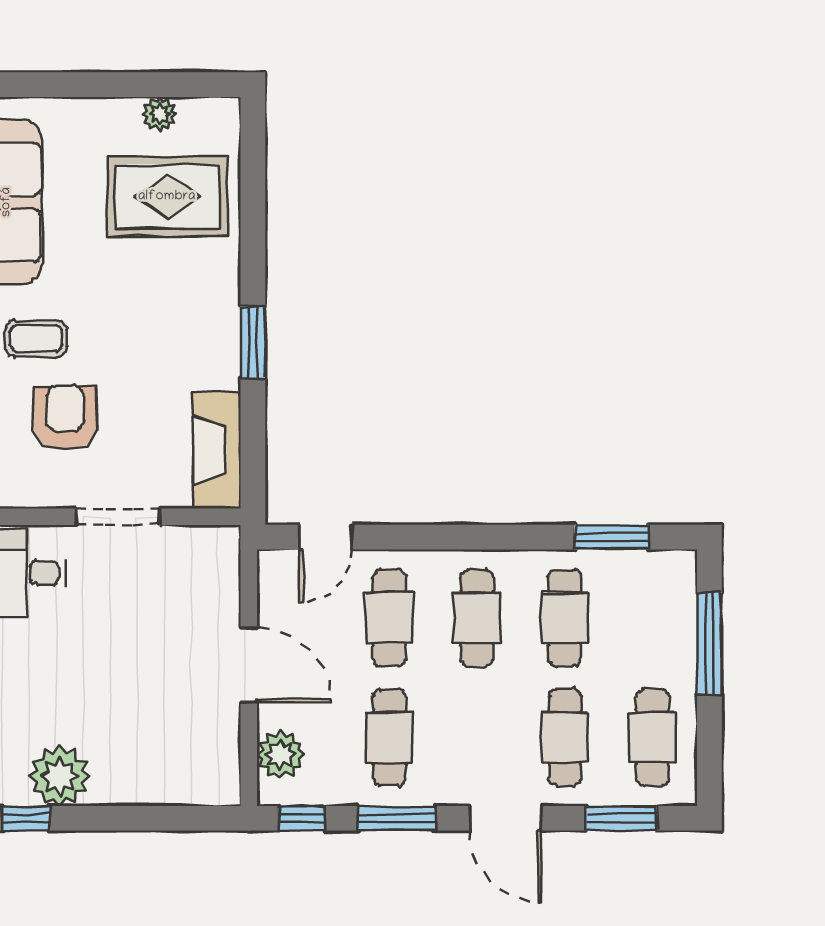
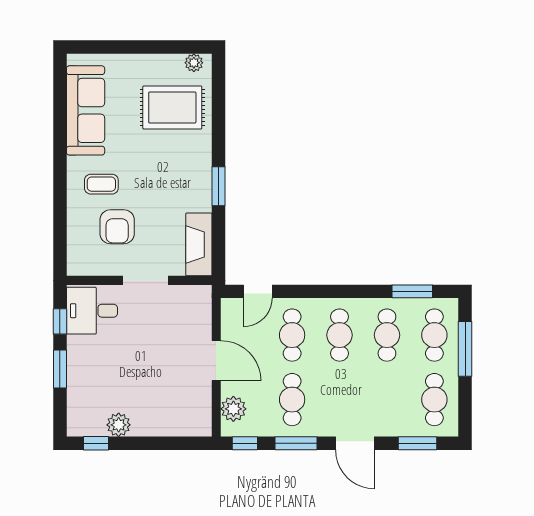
plant: (159, 114) -> (194, 63), moved
armchair: (65, 417) -> (117, 227), turned 180
cafe table: (565, 737) -> (434, 335), moved
plant: (60, 776) -> (119, 425), width x0.73, depth x0.73

